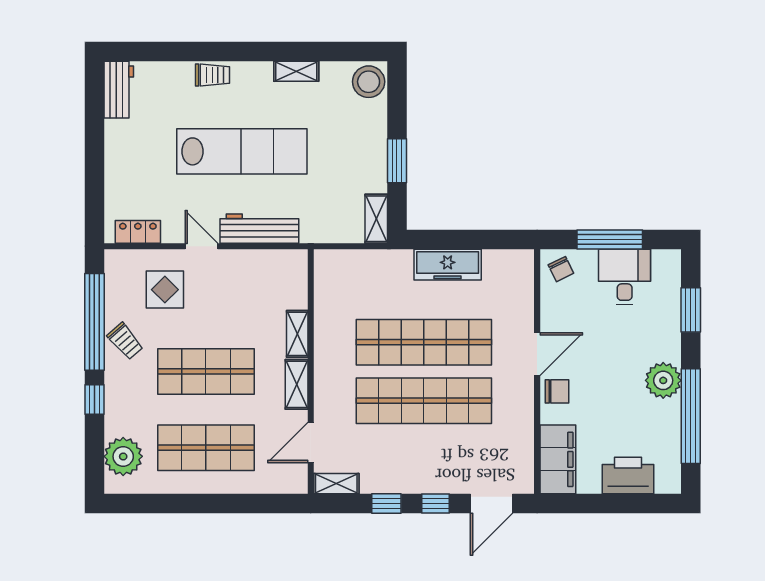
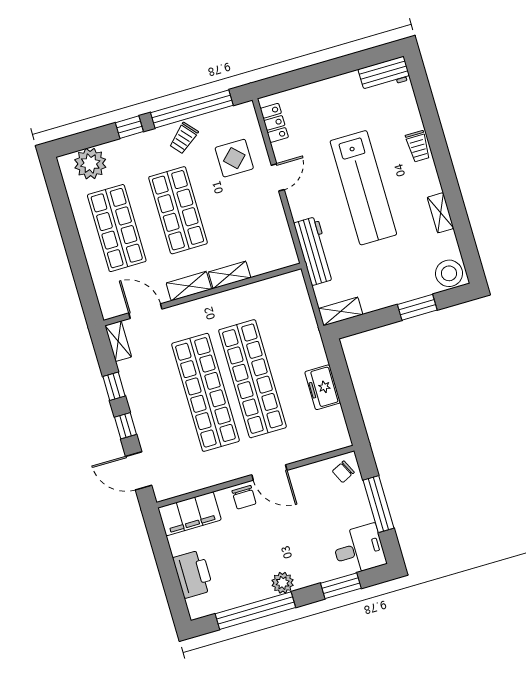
window: (397, 161) -> (417, 307), moved
workbench: (259, 229) -> (314, 251), moved
freezer: (448, 265) -> (323, 387), width x0.71
desk: (625, 277) -> (359, 549), moved
plant: (663, 380) -> (283, 583), width x0.73, depth x0.73

